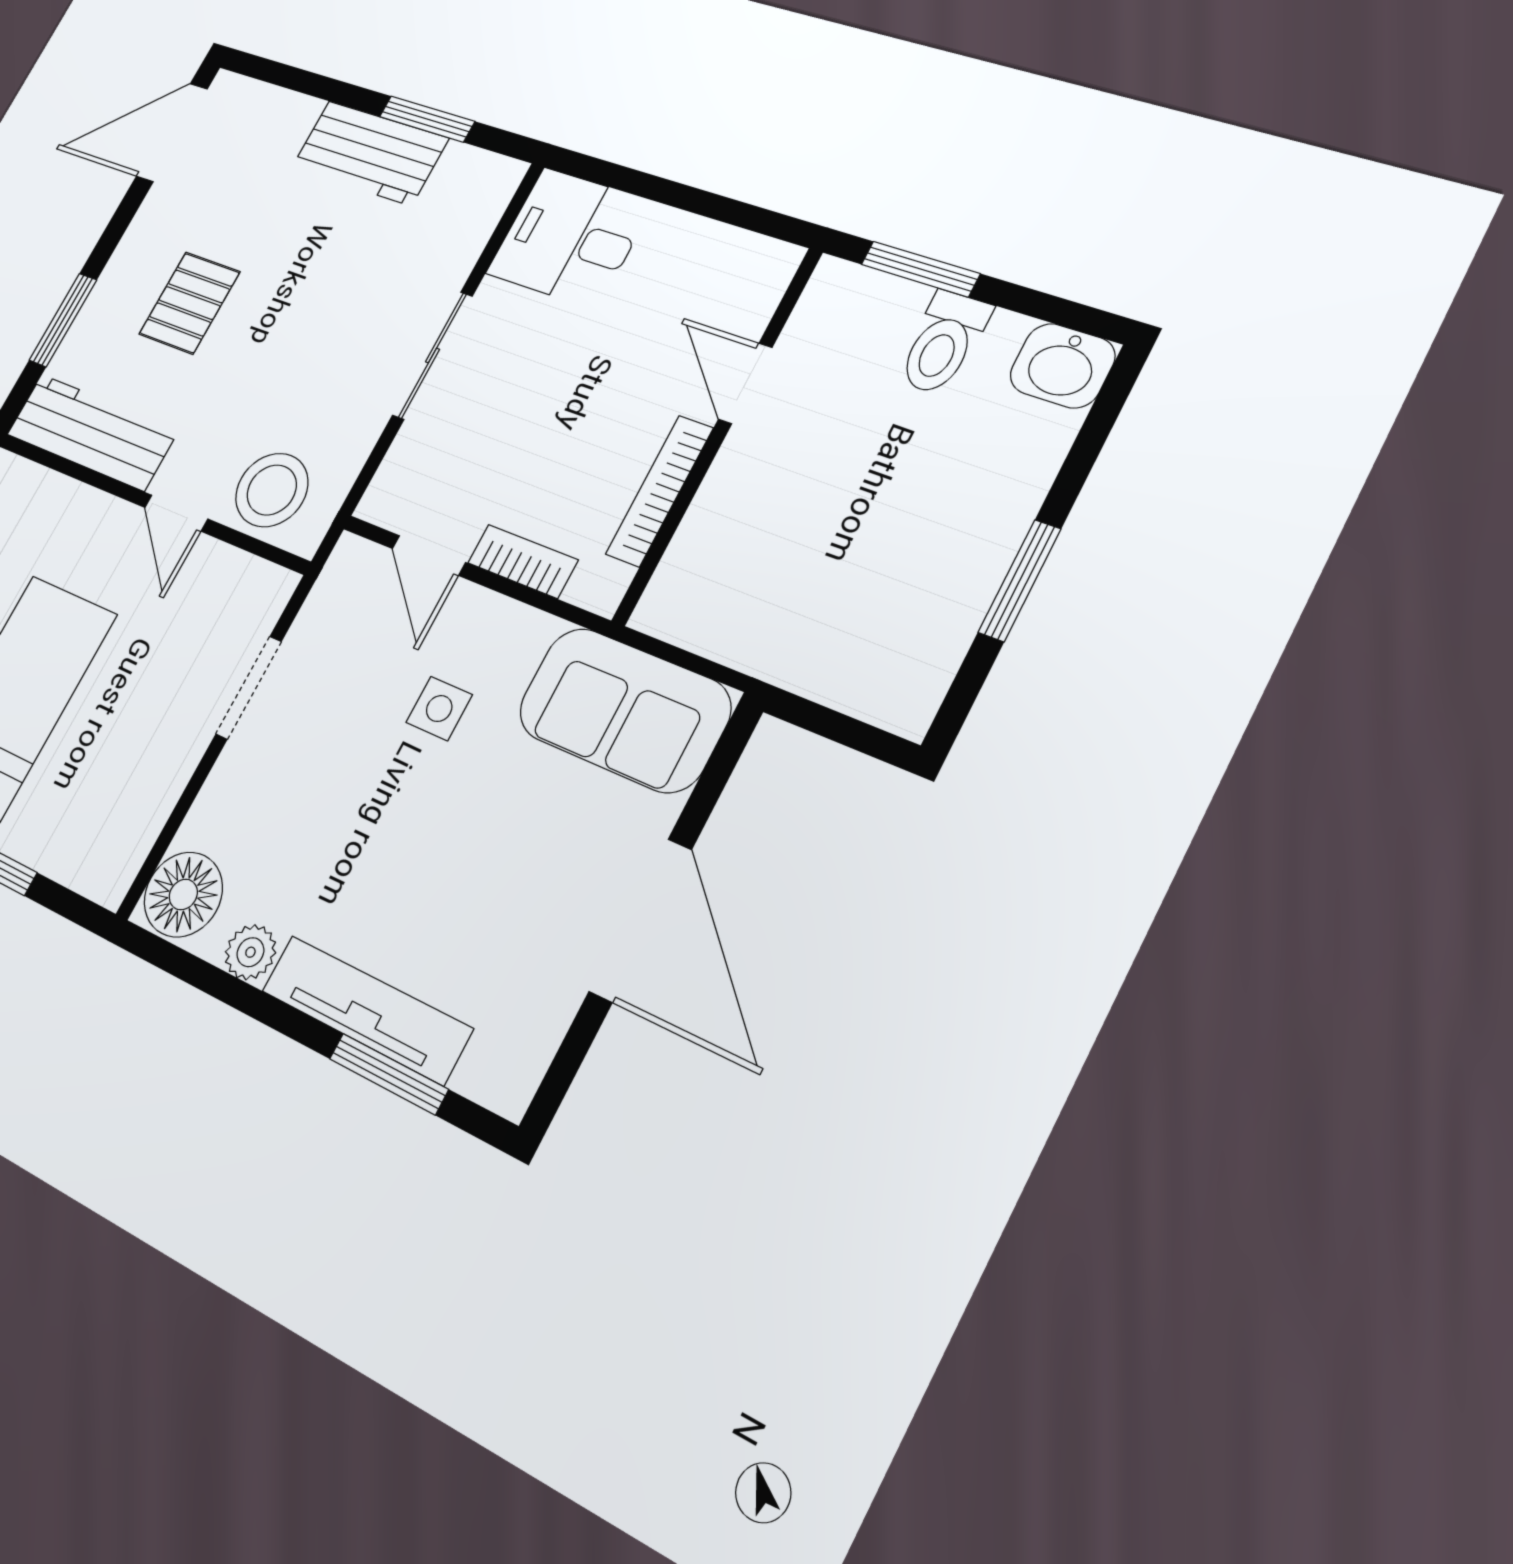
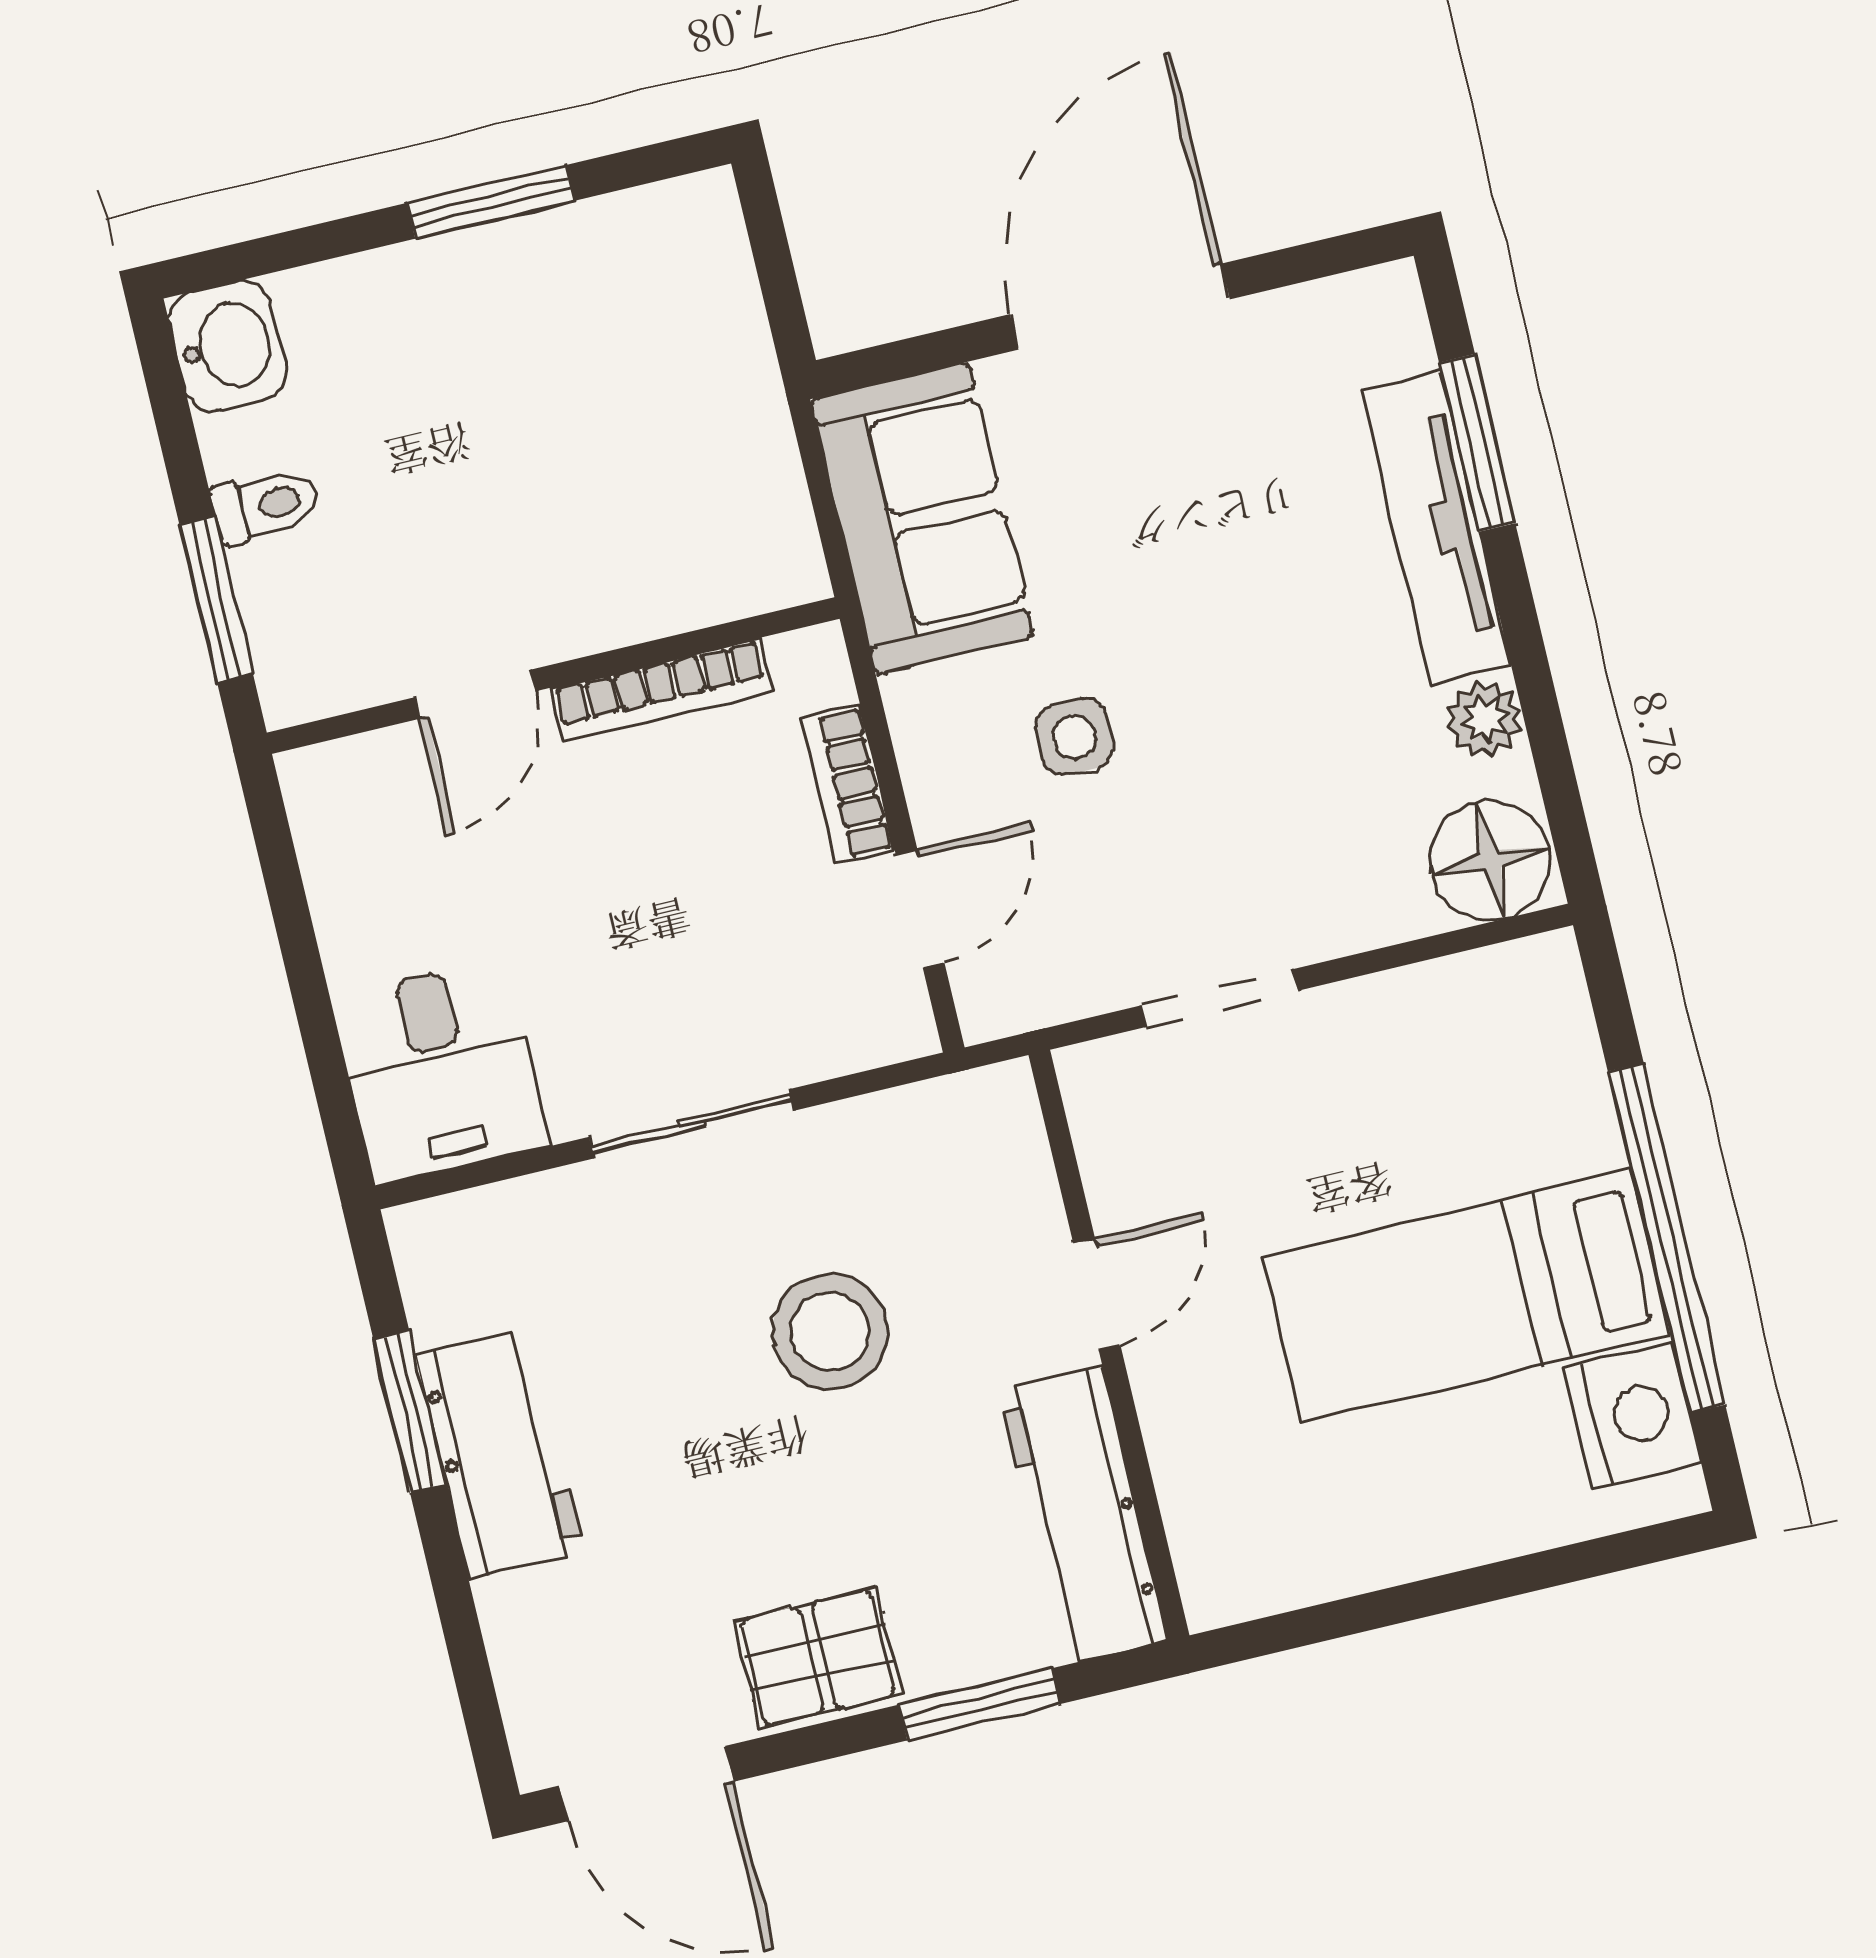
pallet: (189, 303) -> (818, 1658), moved
toilet: (943, 343) -> (265, 506), width x0.73, depth x0.72
stool: (272, 490) -> (830, 1331), moved

